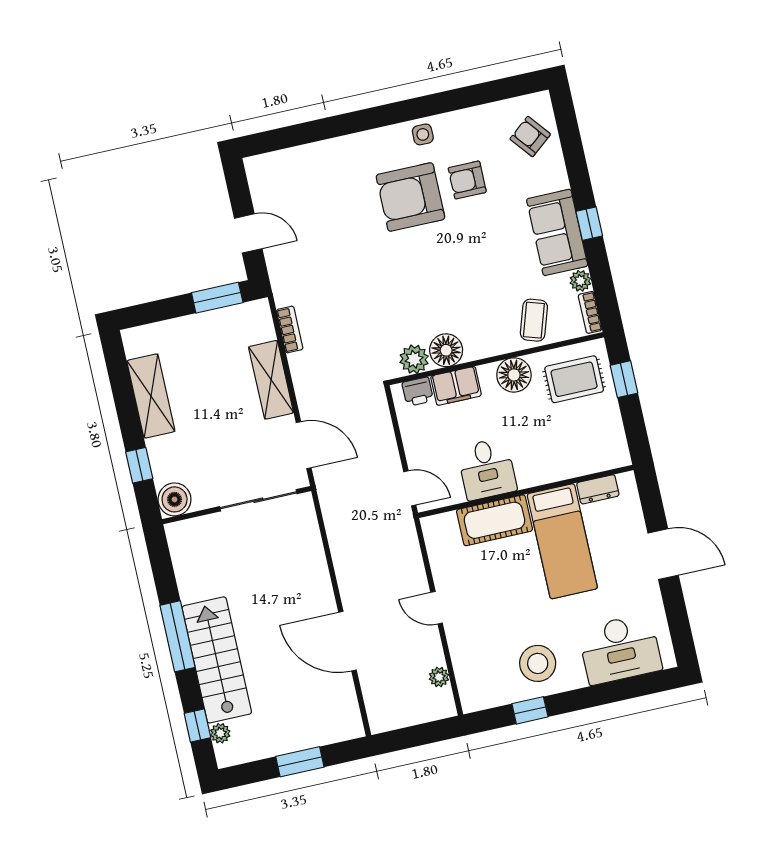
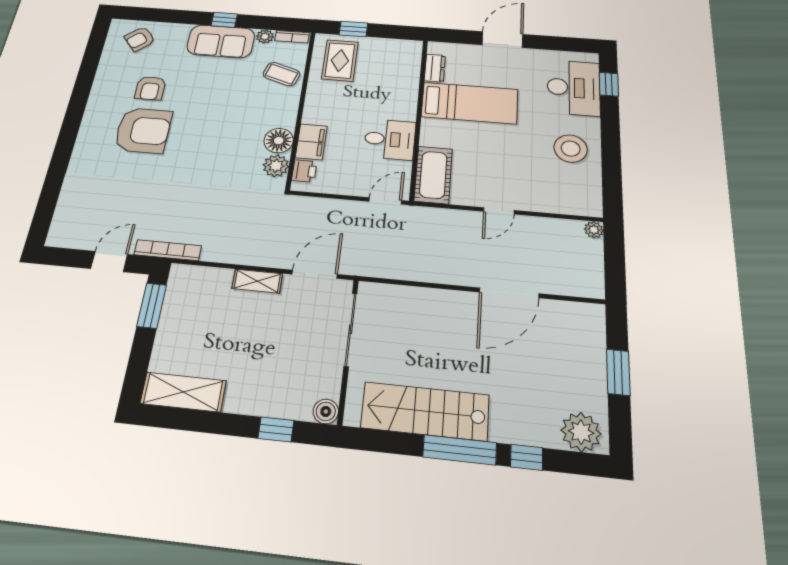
side table: (423, 134) -> (99, 108), removed
armchair: (410, 197) -> (143, 130), turned -90
bookcase: (290, 330) -> (168, 250), moved, width x1.56
floor lamp: (514, 375) -> (319, 99), removed
shelving: (271, 380) -> (257, 281), width x0.67, depth x0.75
shelving: (151, 396) -> (183, 392), moved
boiler: (175, 499) -> (326, 411), width x0.73, depth x0.73
cot: (494, 520) -> (433, 175), moved
stairs: (217, 660) -> (425, 411), moved
plant: (439, 677) -> (594, 230), moved
window: (530, 710) -> (609, 84), moved
window: (197, 726) -> (527, 457), moved
plant: (220, 733) -> (581, 432), width x1.88, depth x1.88

